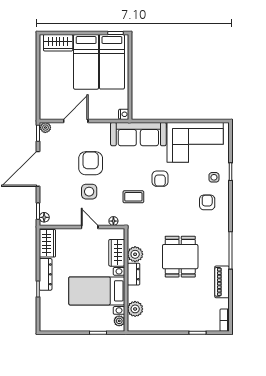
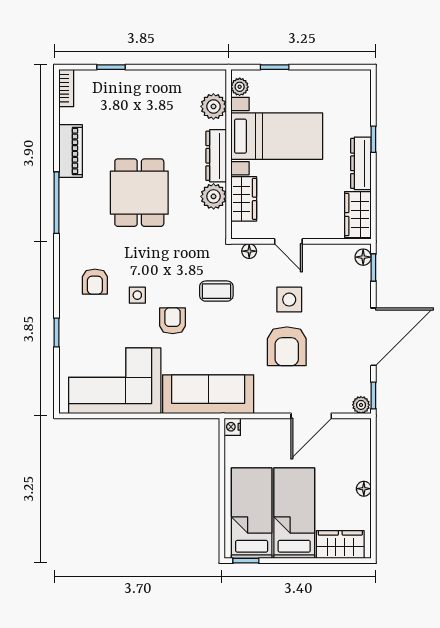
floor lamp: (44, 77) -> (364, 489), added
side table: (214, 177) -> (137, 295), moved
dresser: (134, 274) -> (216, 156), width x1.44

